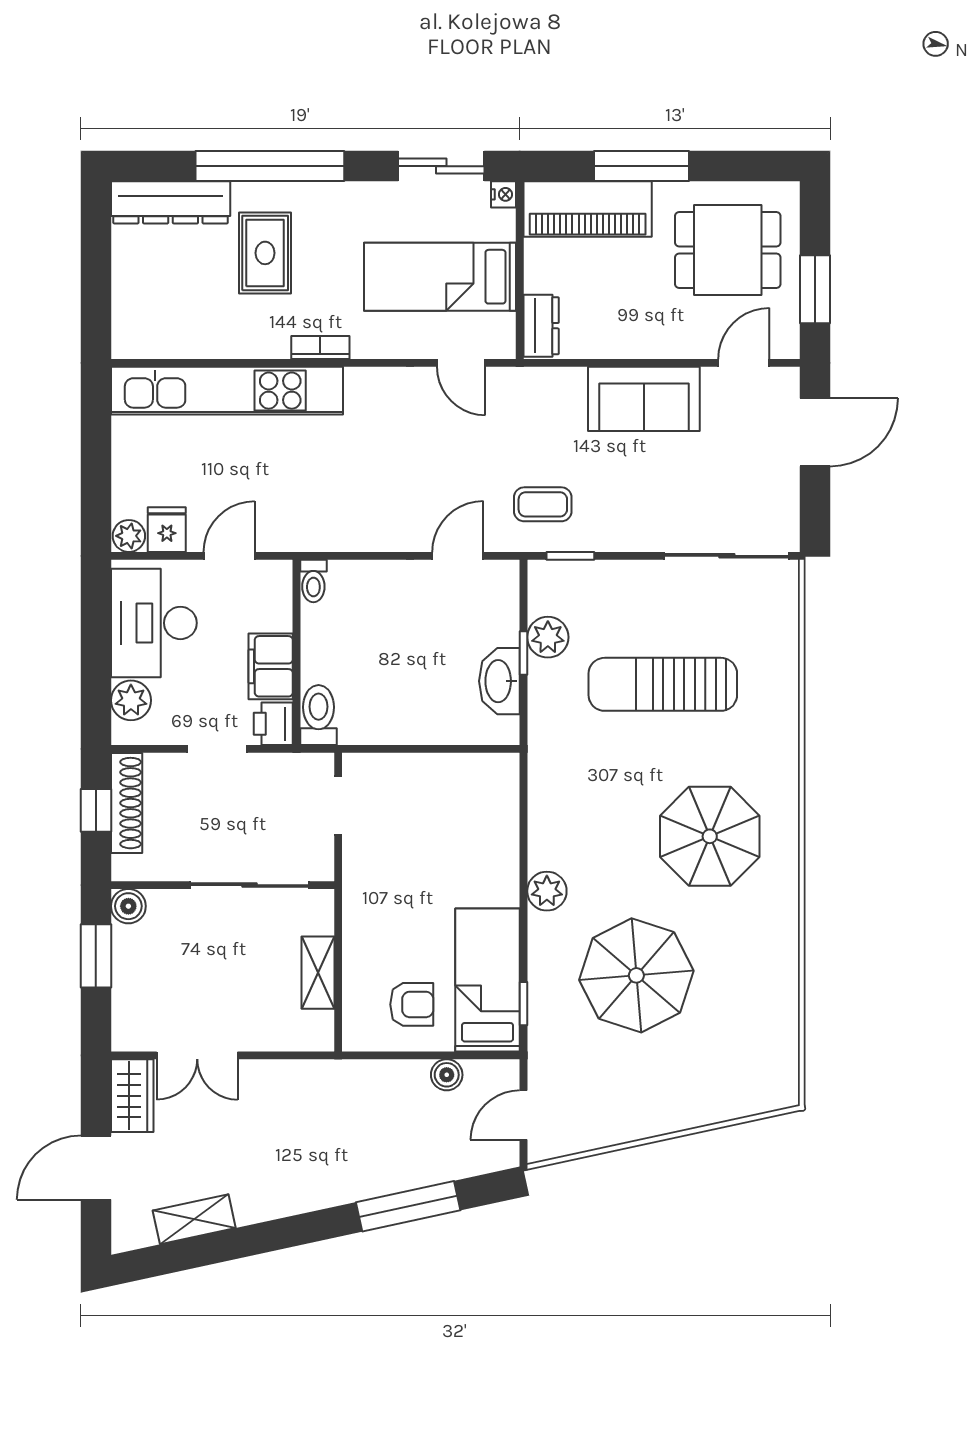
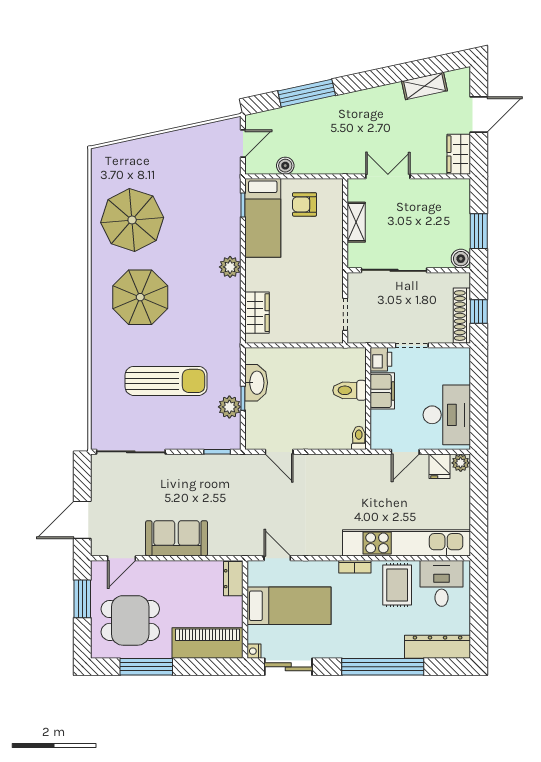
window: (641, 166) -> (146, 667), moved
rug: (265, 253) -> (397, 585), moved
desk: (163, 317) -> (442, 583), added
coffee table: (543, 504) -> (232, 480), removed
door: (458, 556) -> (279, 452), hinge flipped
plant: (131, 700) -> (459, 372), removed
toilet: (319, 715) -> (349, 390), moved, turned 90
wardrobe: (498, 808) -> (257, 313), added
parasol: (636, 975) -> (132, 220), moved
double door: (197, 1055) -> (388, 176), moved

